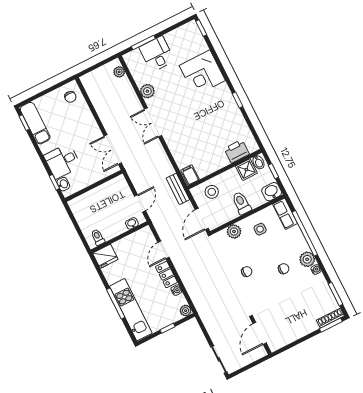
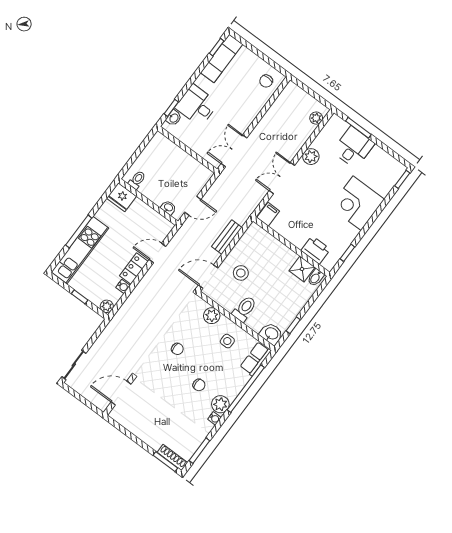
printer: (237, 151) -> (316, 250), moved
bidet: (258, 162) -> (316, 278), moved
wall: (225, 169) -> (291, 247), moved
shower: (246, 170) -> (302, 269), moved
filing cabinet: (190, 175) -> (268, 214), moved

